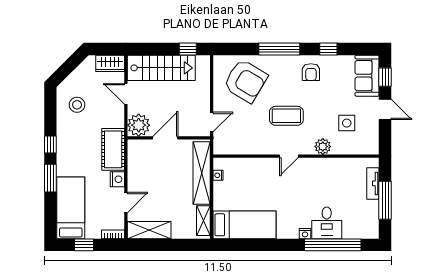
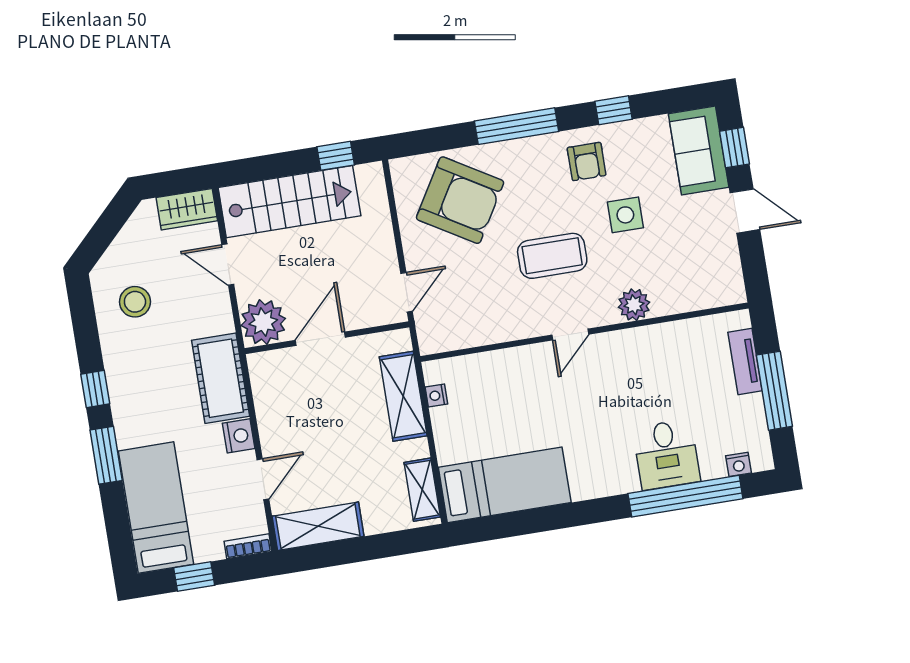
side table: (347, 123) -> (625, 215), moved
shelving: (202, 173) -> (403, 396), width x0.68
nightstand: (305, 234) -> (739, 464), moved

